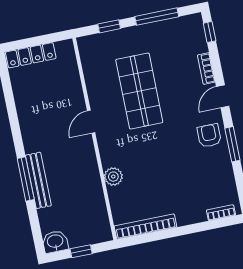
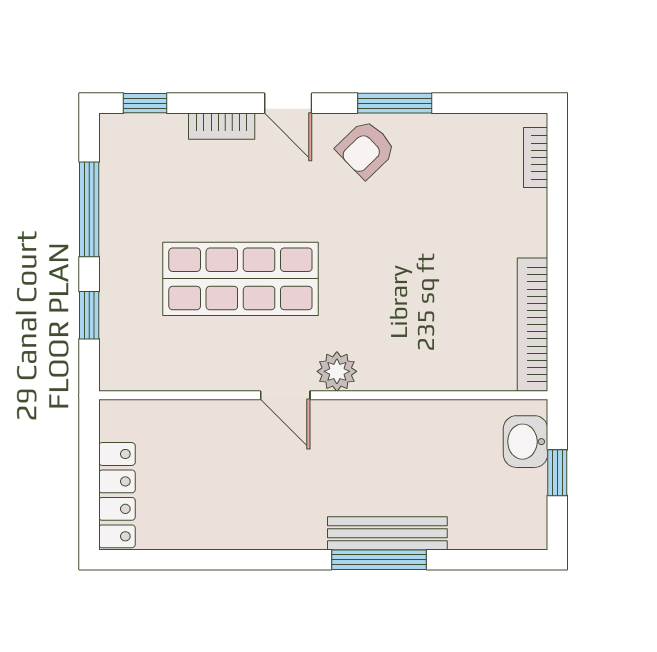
armchair: (209, 136) -> (366, 149), turned -44
plant: (113, 177) -> (337, 371), moved
washbasin: (55, 242) -> (526, 442), moved

